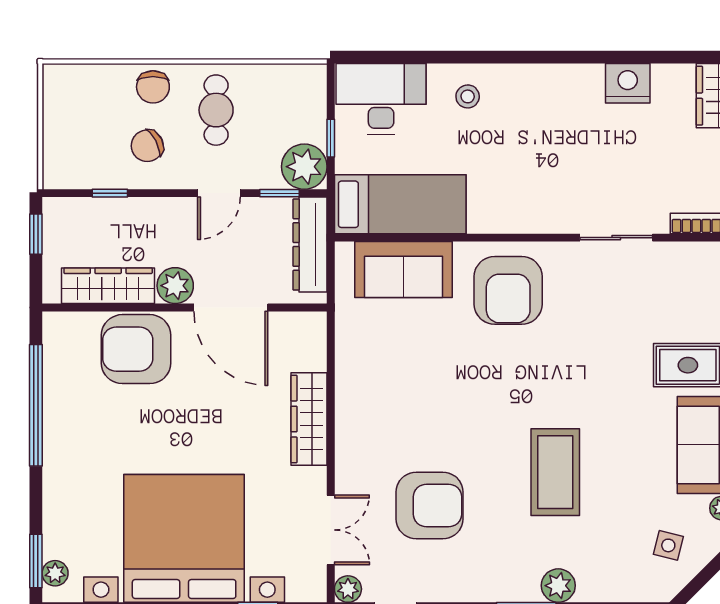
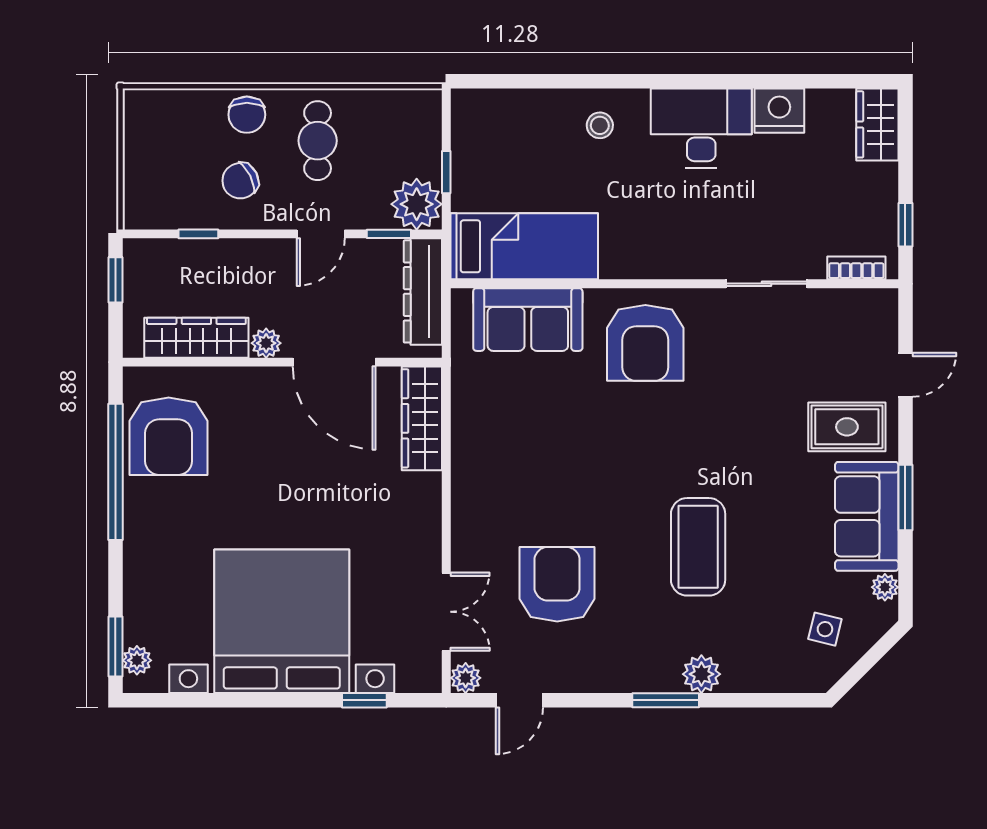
desk: (381, 99) -> (701, 128), moved
plant: (175, 286) -> (266, 343), width x0.73, depth x0.73
armchair: (136, 349) -> (169, 436), moved, turned -90
wardrobe: (309, 419) -> (422, 418), moved
armchair: (430, 505) -> (557, 584), turned -90

